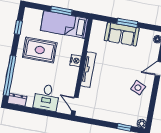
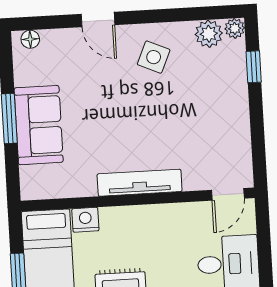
nightstand: (76, 61) -> (85, 220), moved
plant: (142, 112) -> (209, 34), added

